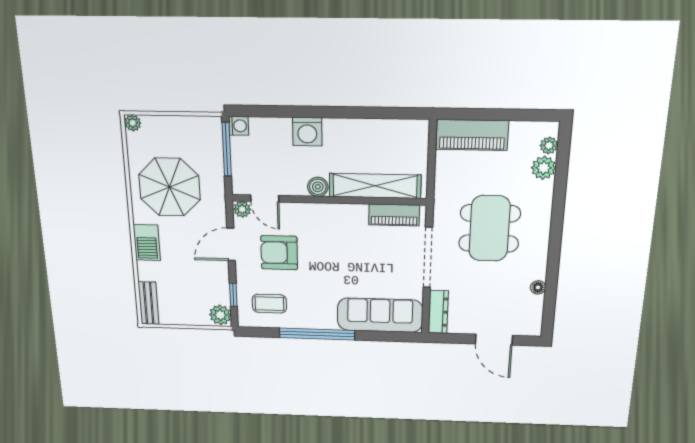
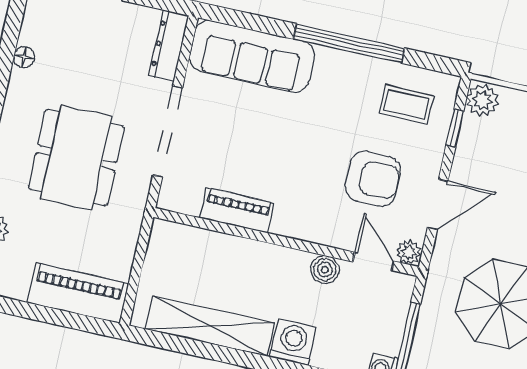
shelving: (375, 186) -> (210, 326), moved
boiler: (318, 187) -> (325, 270), moved
piano: (394, 215) -> (237, 210), moved

